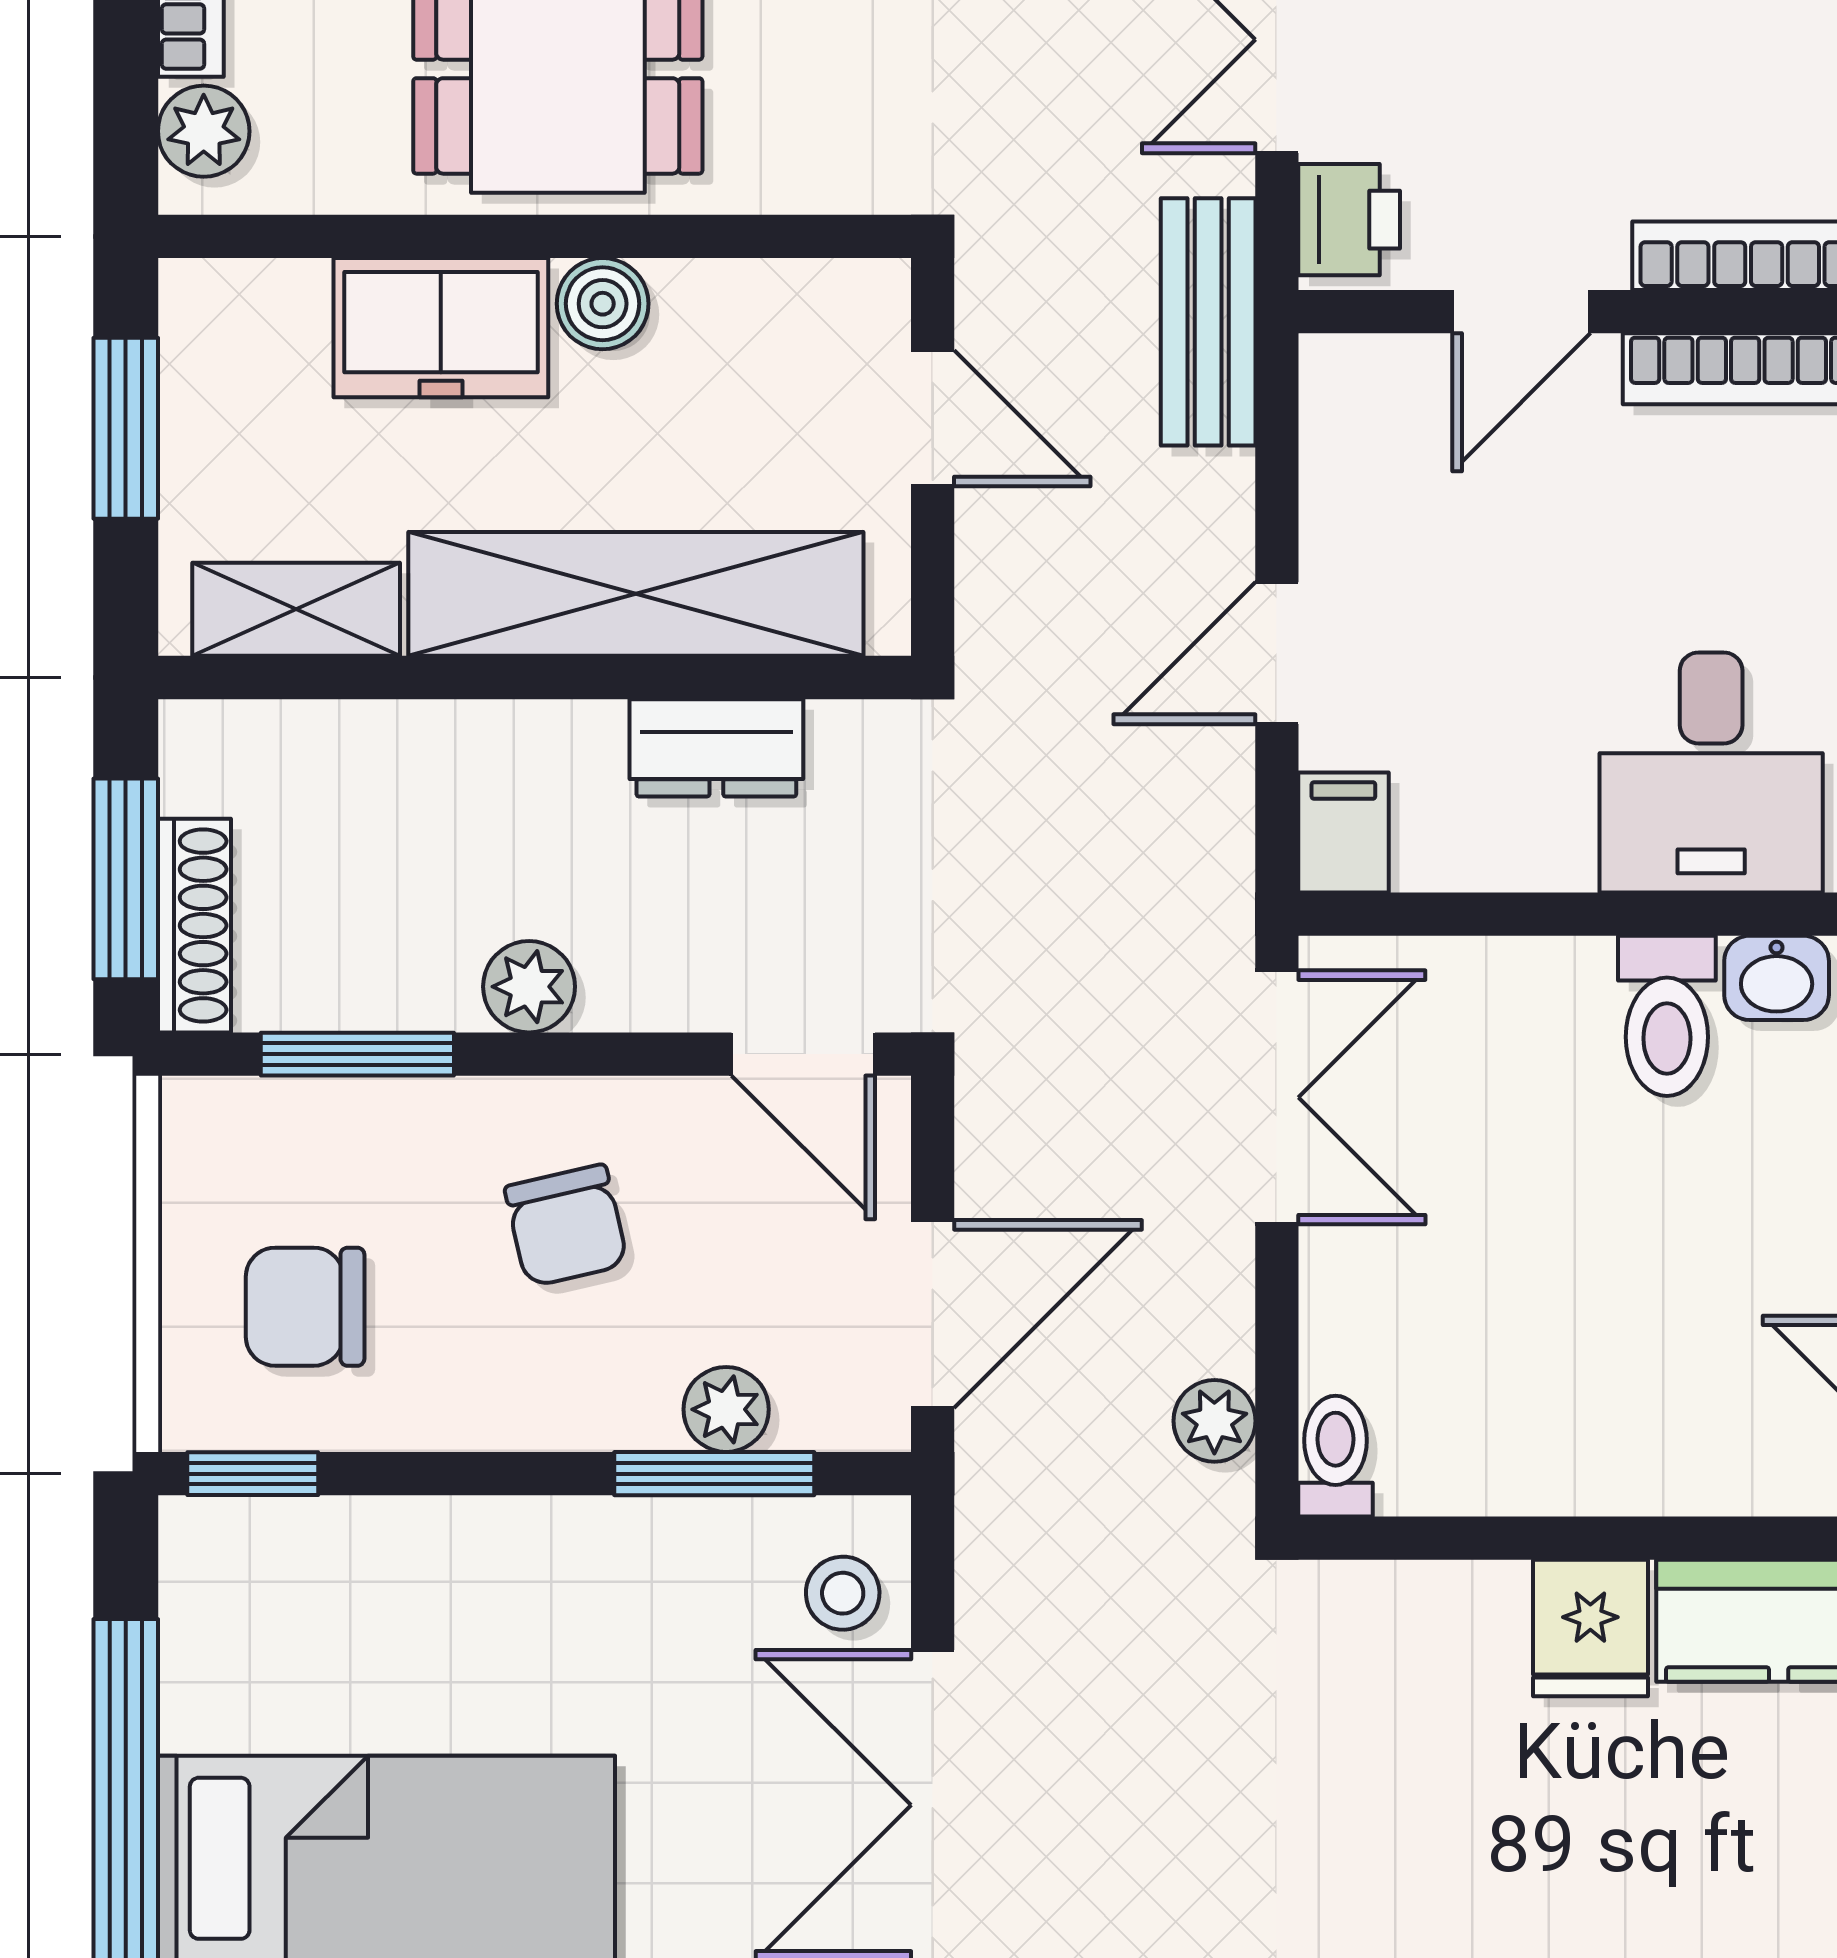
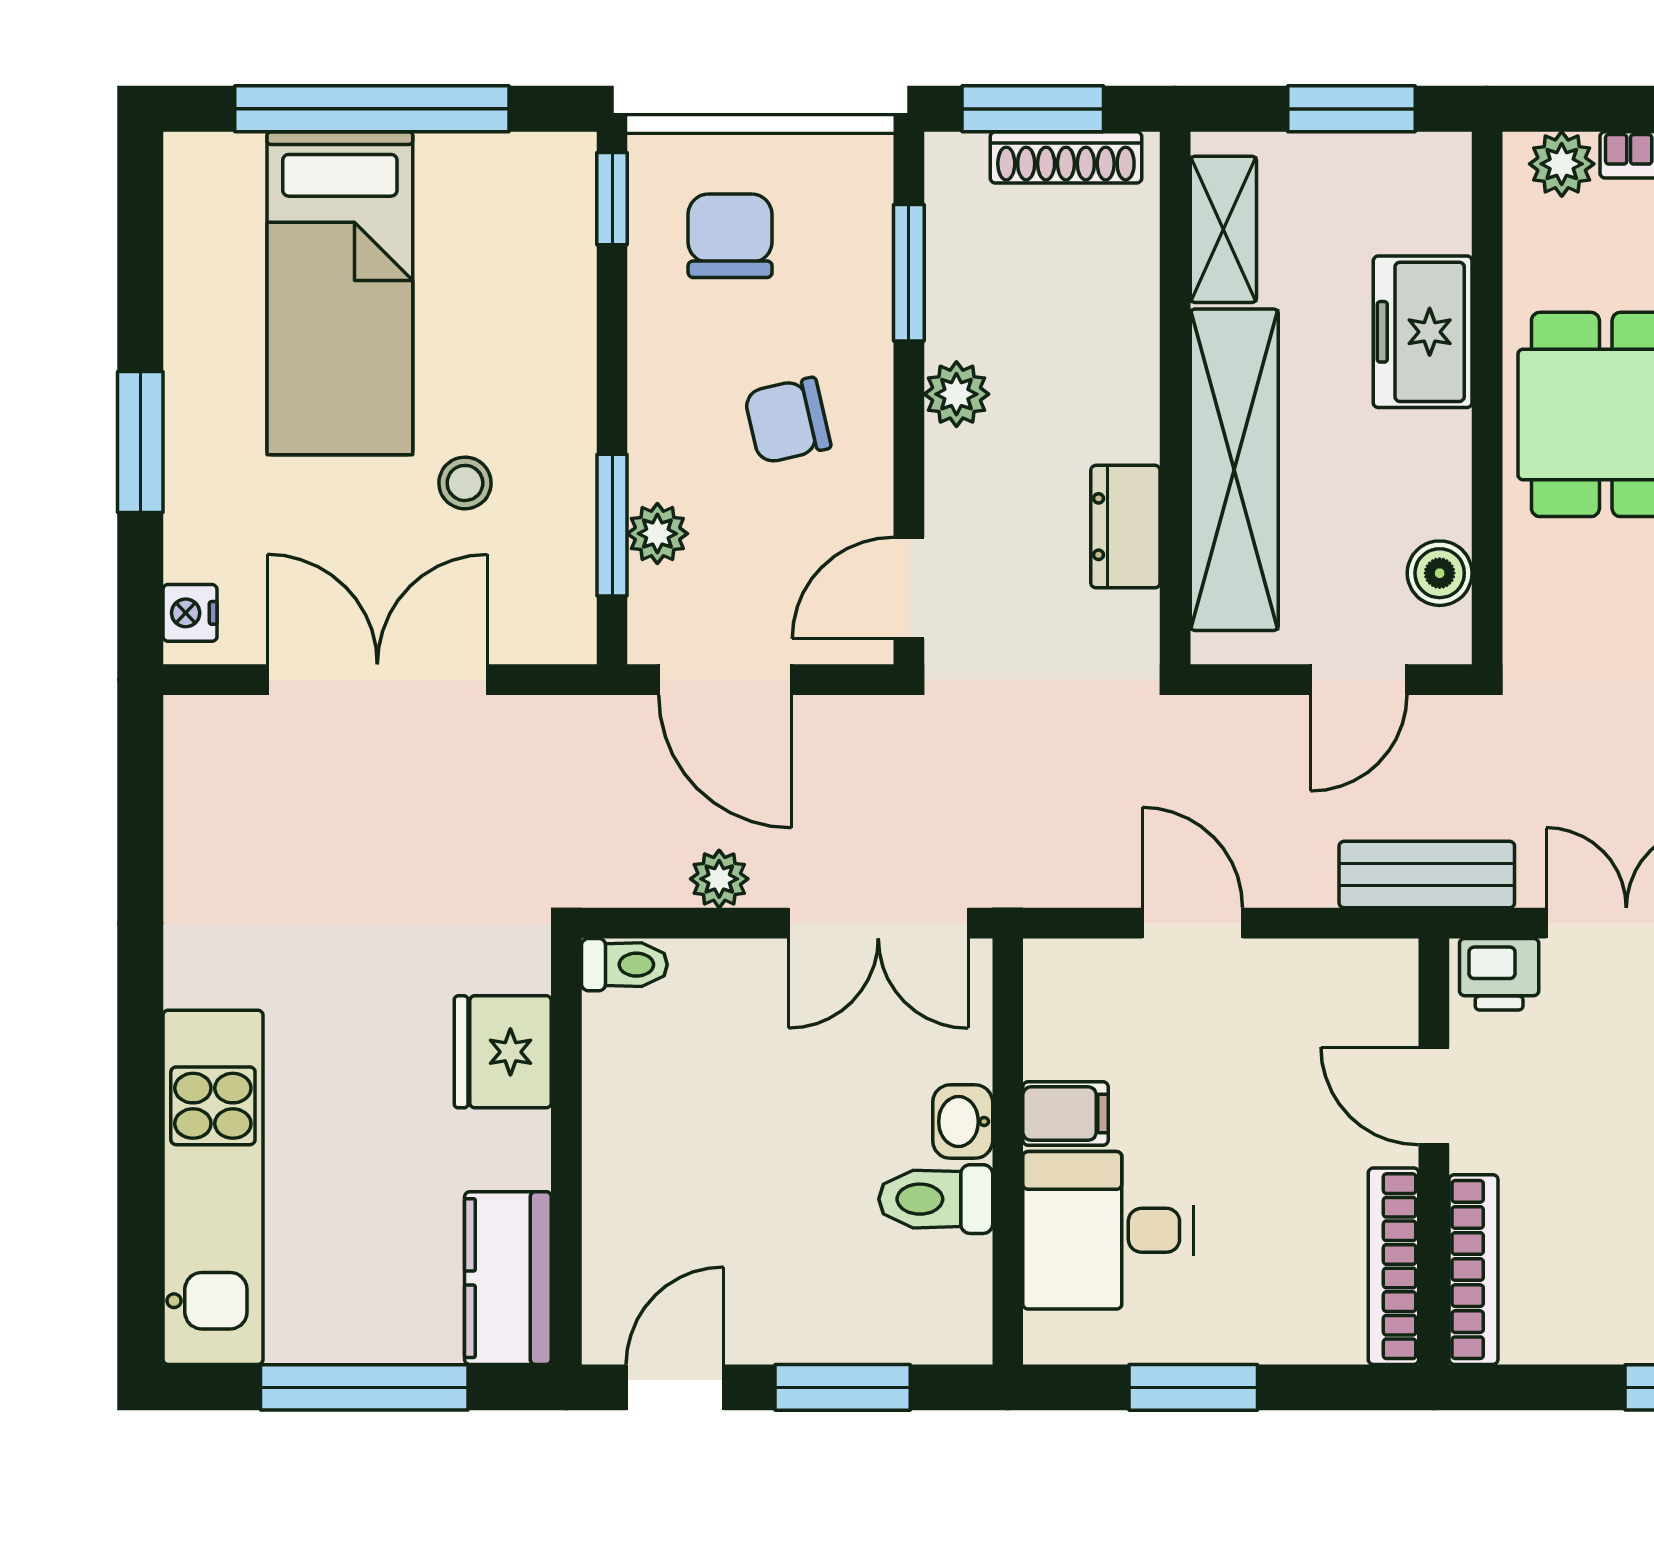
boiler: (603, 304) -> (1440, 573), moved
filing cabinet: (1343, 833) -> (1065, 1114), moved
shoe rack: (194, 926) -> (1066, 157), moved
washbasin: (1777, 978) -> (963, 1122), moved
plant: (1214, 1421) -> (719, 879), moved
stool: (843, 1593) -> (465, 483), moved
fridge: (1590, 1628) -> (503, 1052), moved, width x1.38

